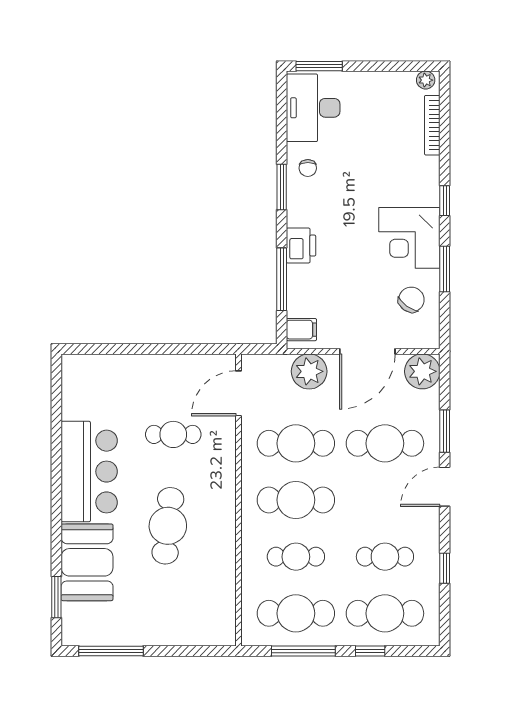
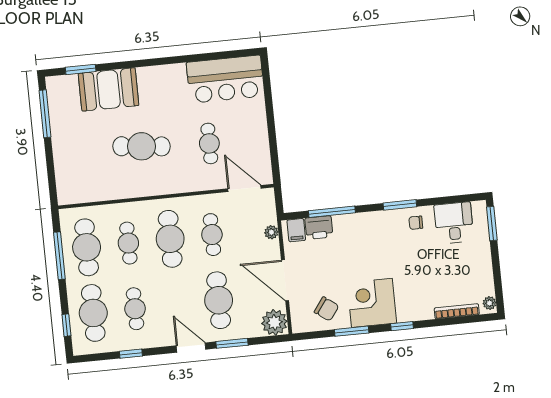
desk: (313, 108) -> (454, 223), width x0.73
printer: (301, 246) -> (319, 228), moved
plant: (309, 371) -> (271, 232), width x0.53, depth x0.53
cafe table: (296, 443) -> (212, 235), width x0.73, depth x0.74
bar counter: (89, 472) -> (225, 79), moved
window: (370, 651) -> (66, 325), moved

